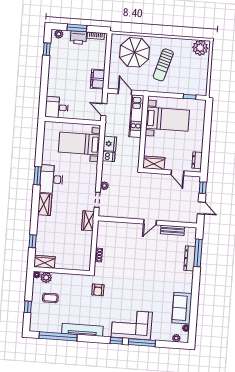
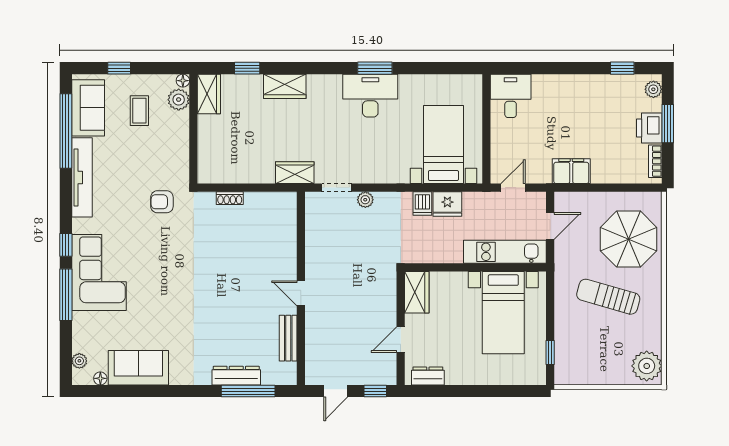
wardrobe: (45, 204) -> (285, 86), moved
sofa: (47, 324) -> (88, 108), added

